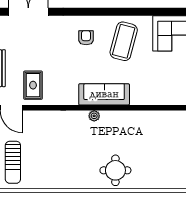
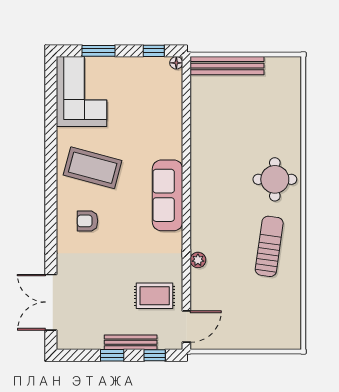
plant: (94, 116) -> (198, 260), moved
sun lounger: (13, 162) -> (269, 246), moved, turned -82

